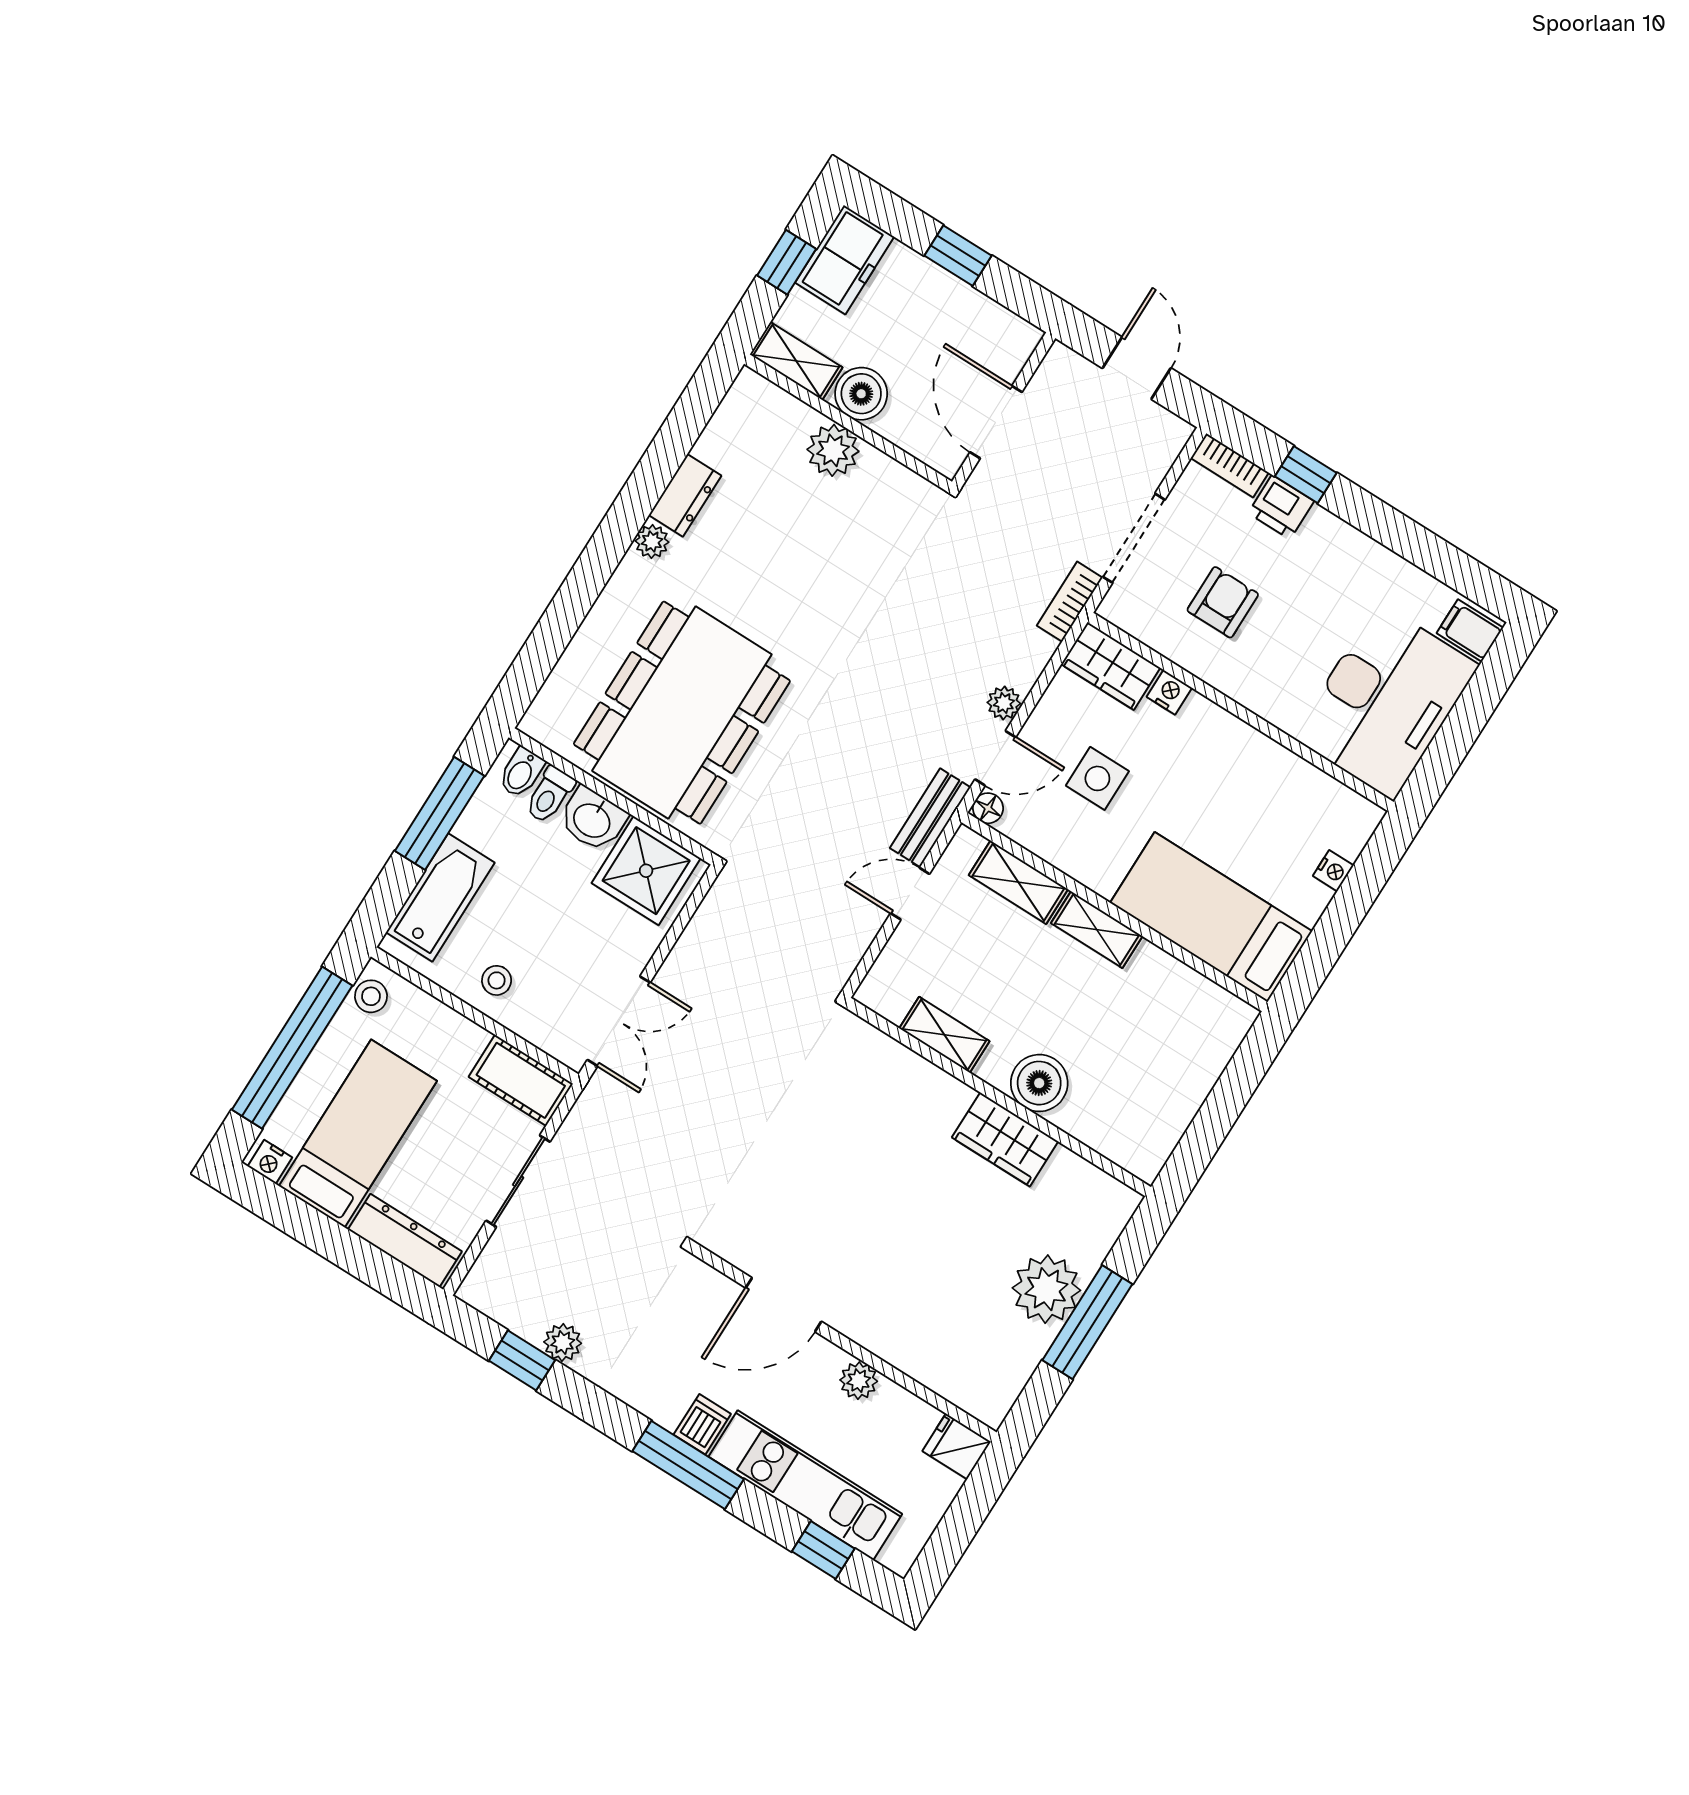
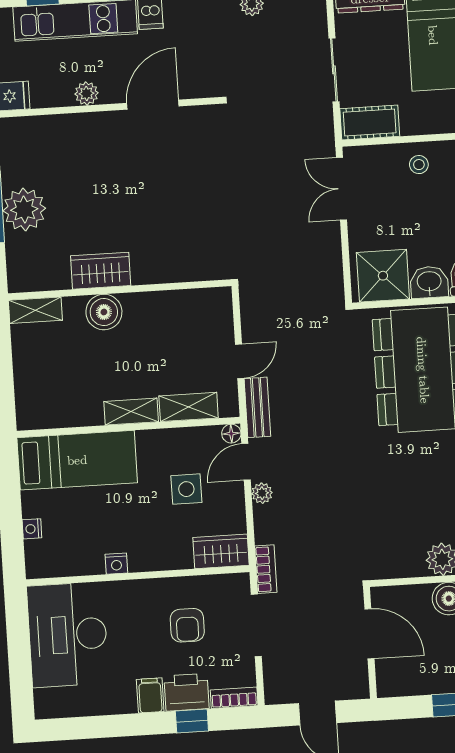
printer: (1281, 507) -> (187, 692), width x1.36, depth x1.24
filing cabinet: (1470, 630) -> (150, 695), moved, turned -90
nightstand: (1169, 692) -> (116, 564), moved
shelving: (944, 1035) -> (35, 310), moved

